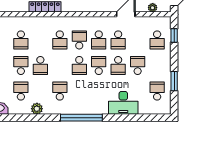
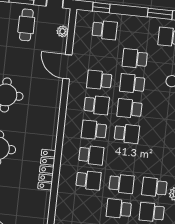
school desk: (21, 40) -> (89, 180), moved
school desk: (118, 40) -> (99, 80), turned 180
school desk: (118, 65) -> (132, 84), turned 180
school desk: (60, 91) -> (154, 187), moved

